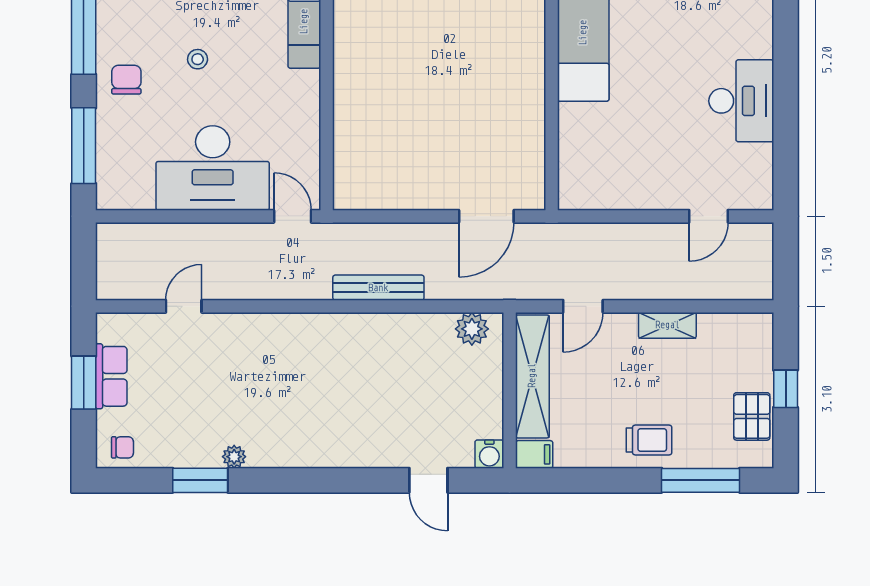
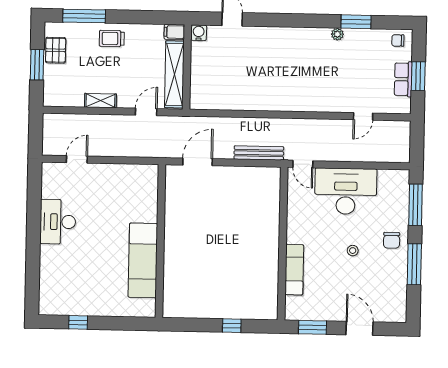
bench: (378, 288) -> (259, 153), moved
plant: (472, 329) -> (207, 101), removed
window: (786, 389) -> (37, 65), width x1.50

